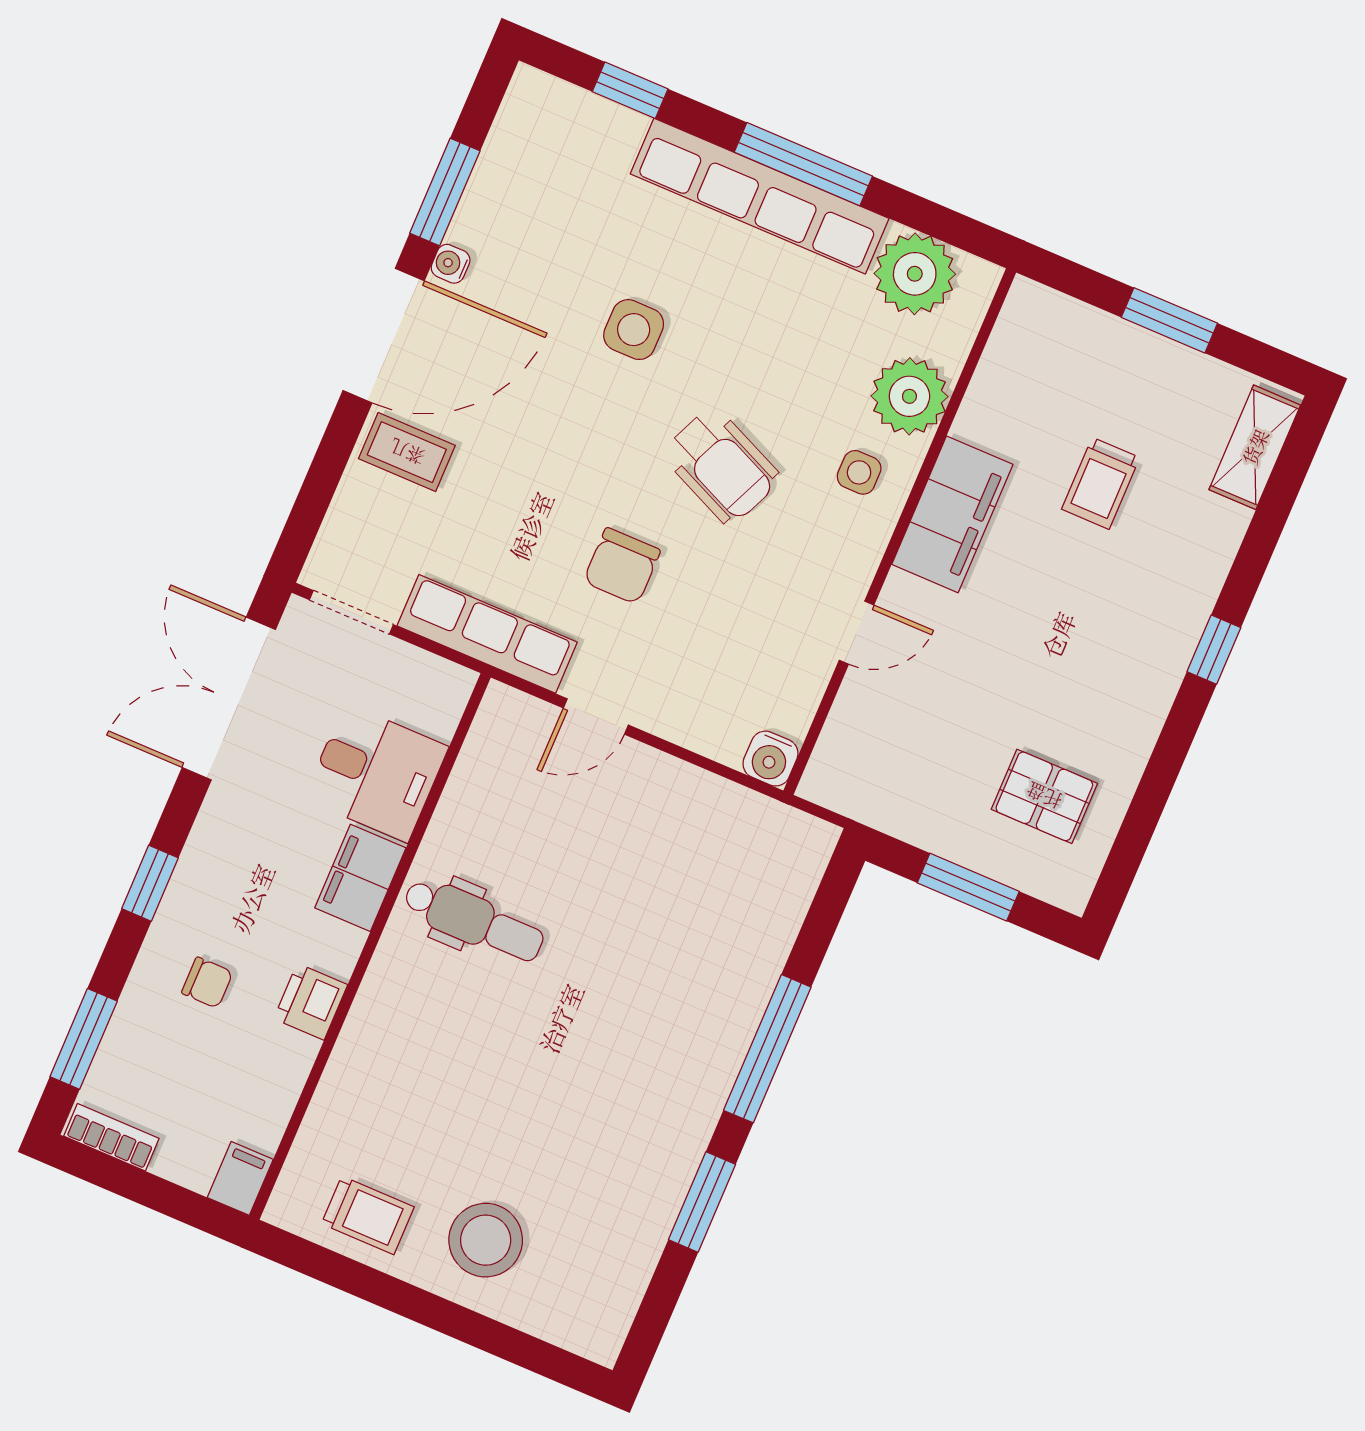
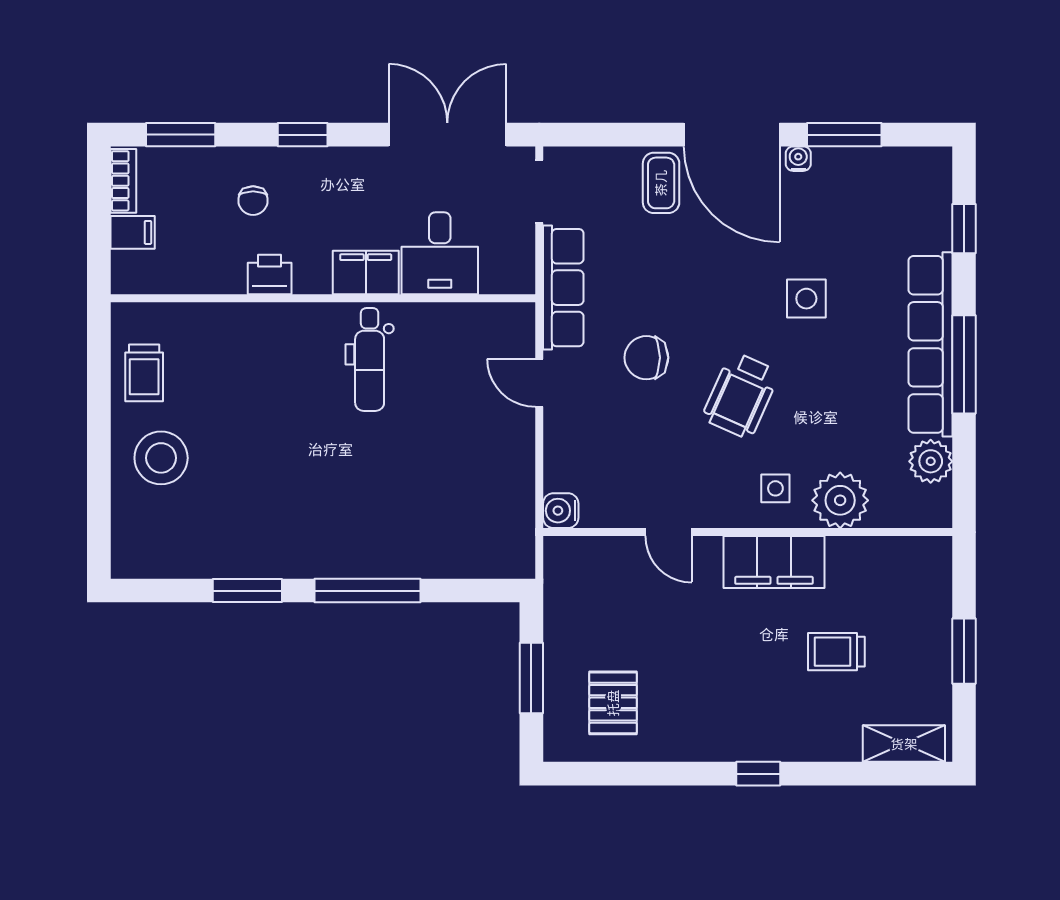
plant: (915, 274) -> (931, 461), width x0.73, depth x0.73
filing cabinet: (240, 1178) -> (133, 232), moved

